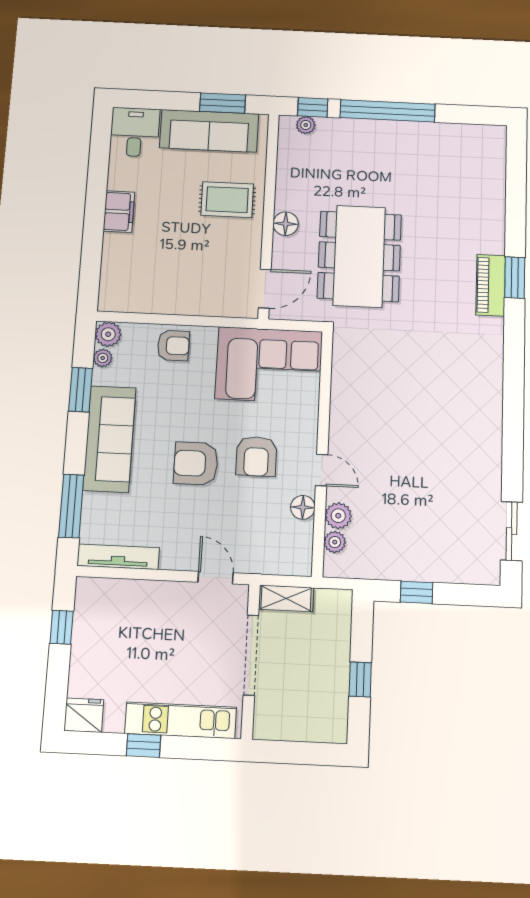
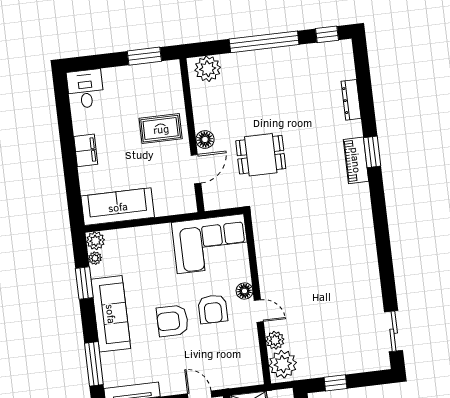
window: (313, 107) -> (327, 34), moved
plant: (306, 125) -> (208, 69), width x1.88, depth x1.88
sofa: (209, 131) -> (118, 207), moved, turned 180
dresser: (495, 204) -> (351, 100), added
dining table: (359, 256) -> (261, 155), width x0.53, depth x0.80
door: (265, 289) -> (196, 169), moved
armchair: (173, 346) -> (142, 241), removed
floor lamp: (303, 507) -> (244, 291), moved
plant: (335, 542) -> (283, 364), width x1.88, depth x1.88

